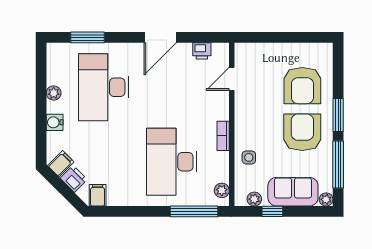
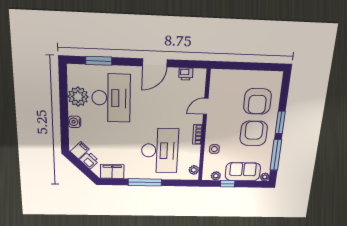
door: (232, 79) -> (206, 106), moved
desk: (104, 87) -> (111, 98), turned 180
plant: (54, 93) -> (78, 97), width x1.87, depth x1.87
desk: (172, 162) -> (160, 151), turned 180
filing cabinet: (98, 195) -> (112, 171), width x2.00
window: (194, 211) -> (145, 182), moved

